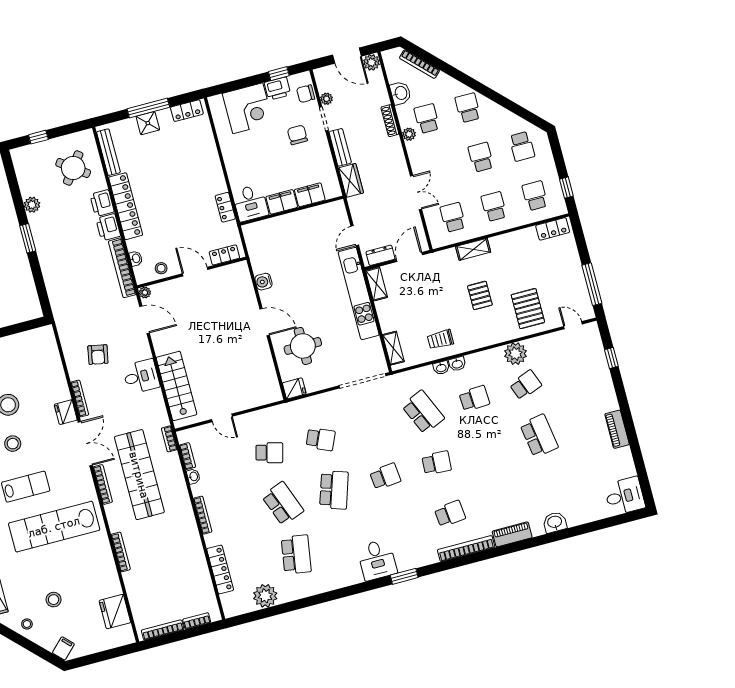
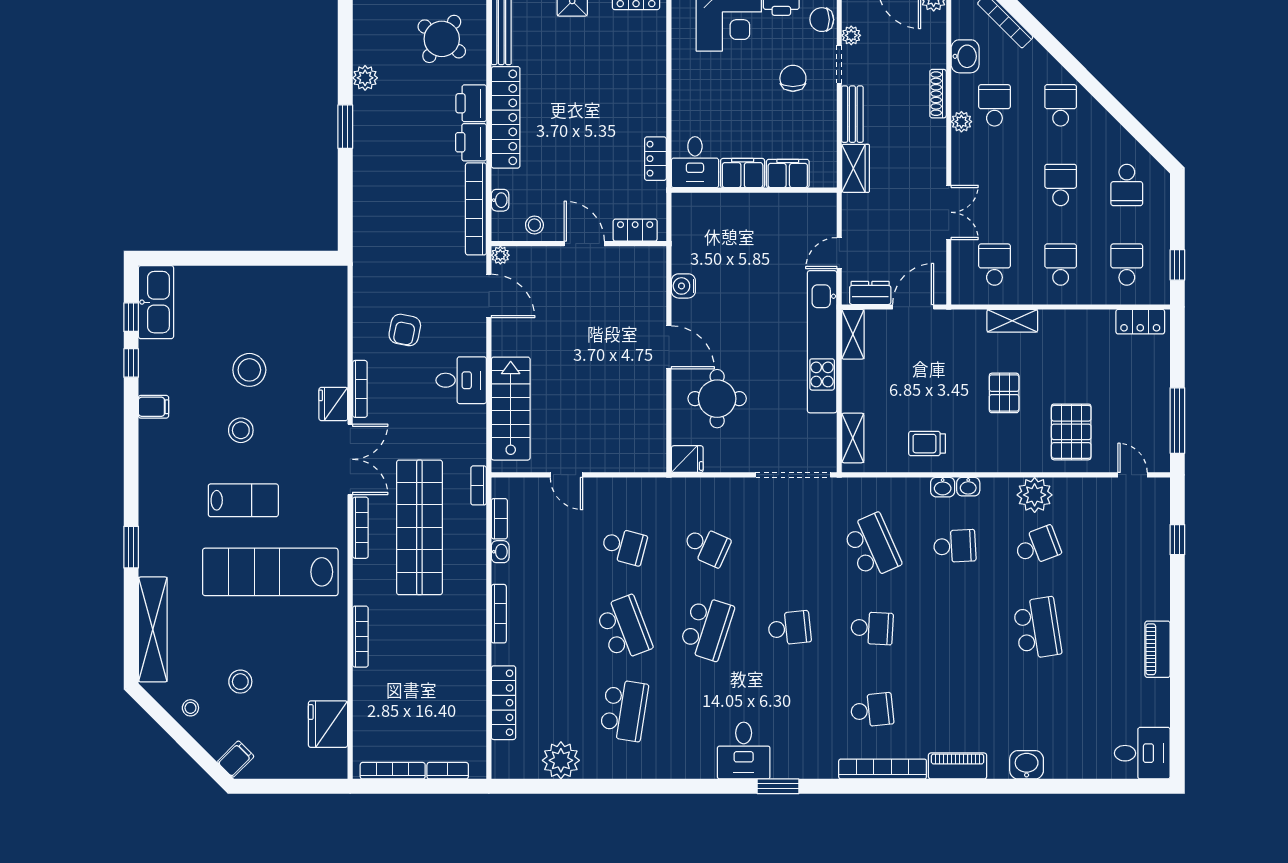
washbasin: (441, 368) -> (968, 487), moved

